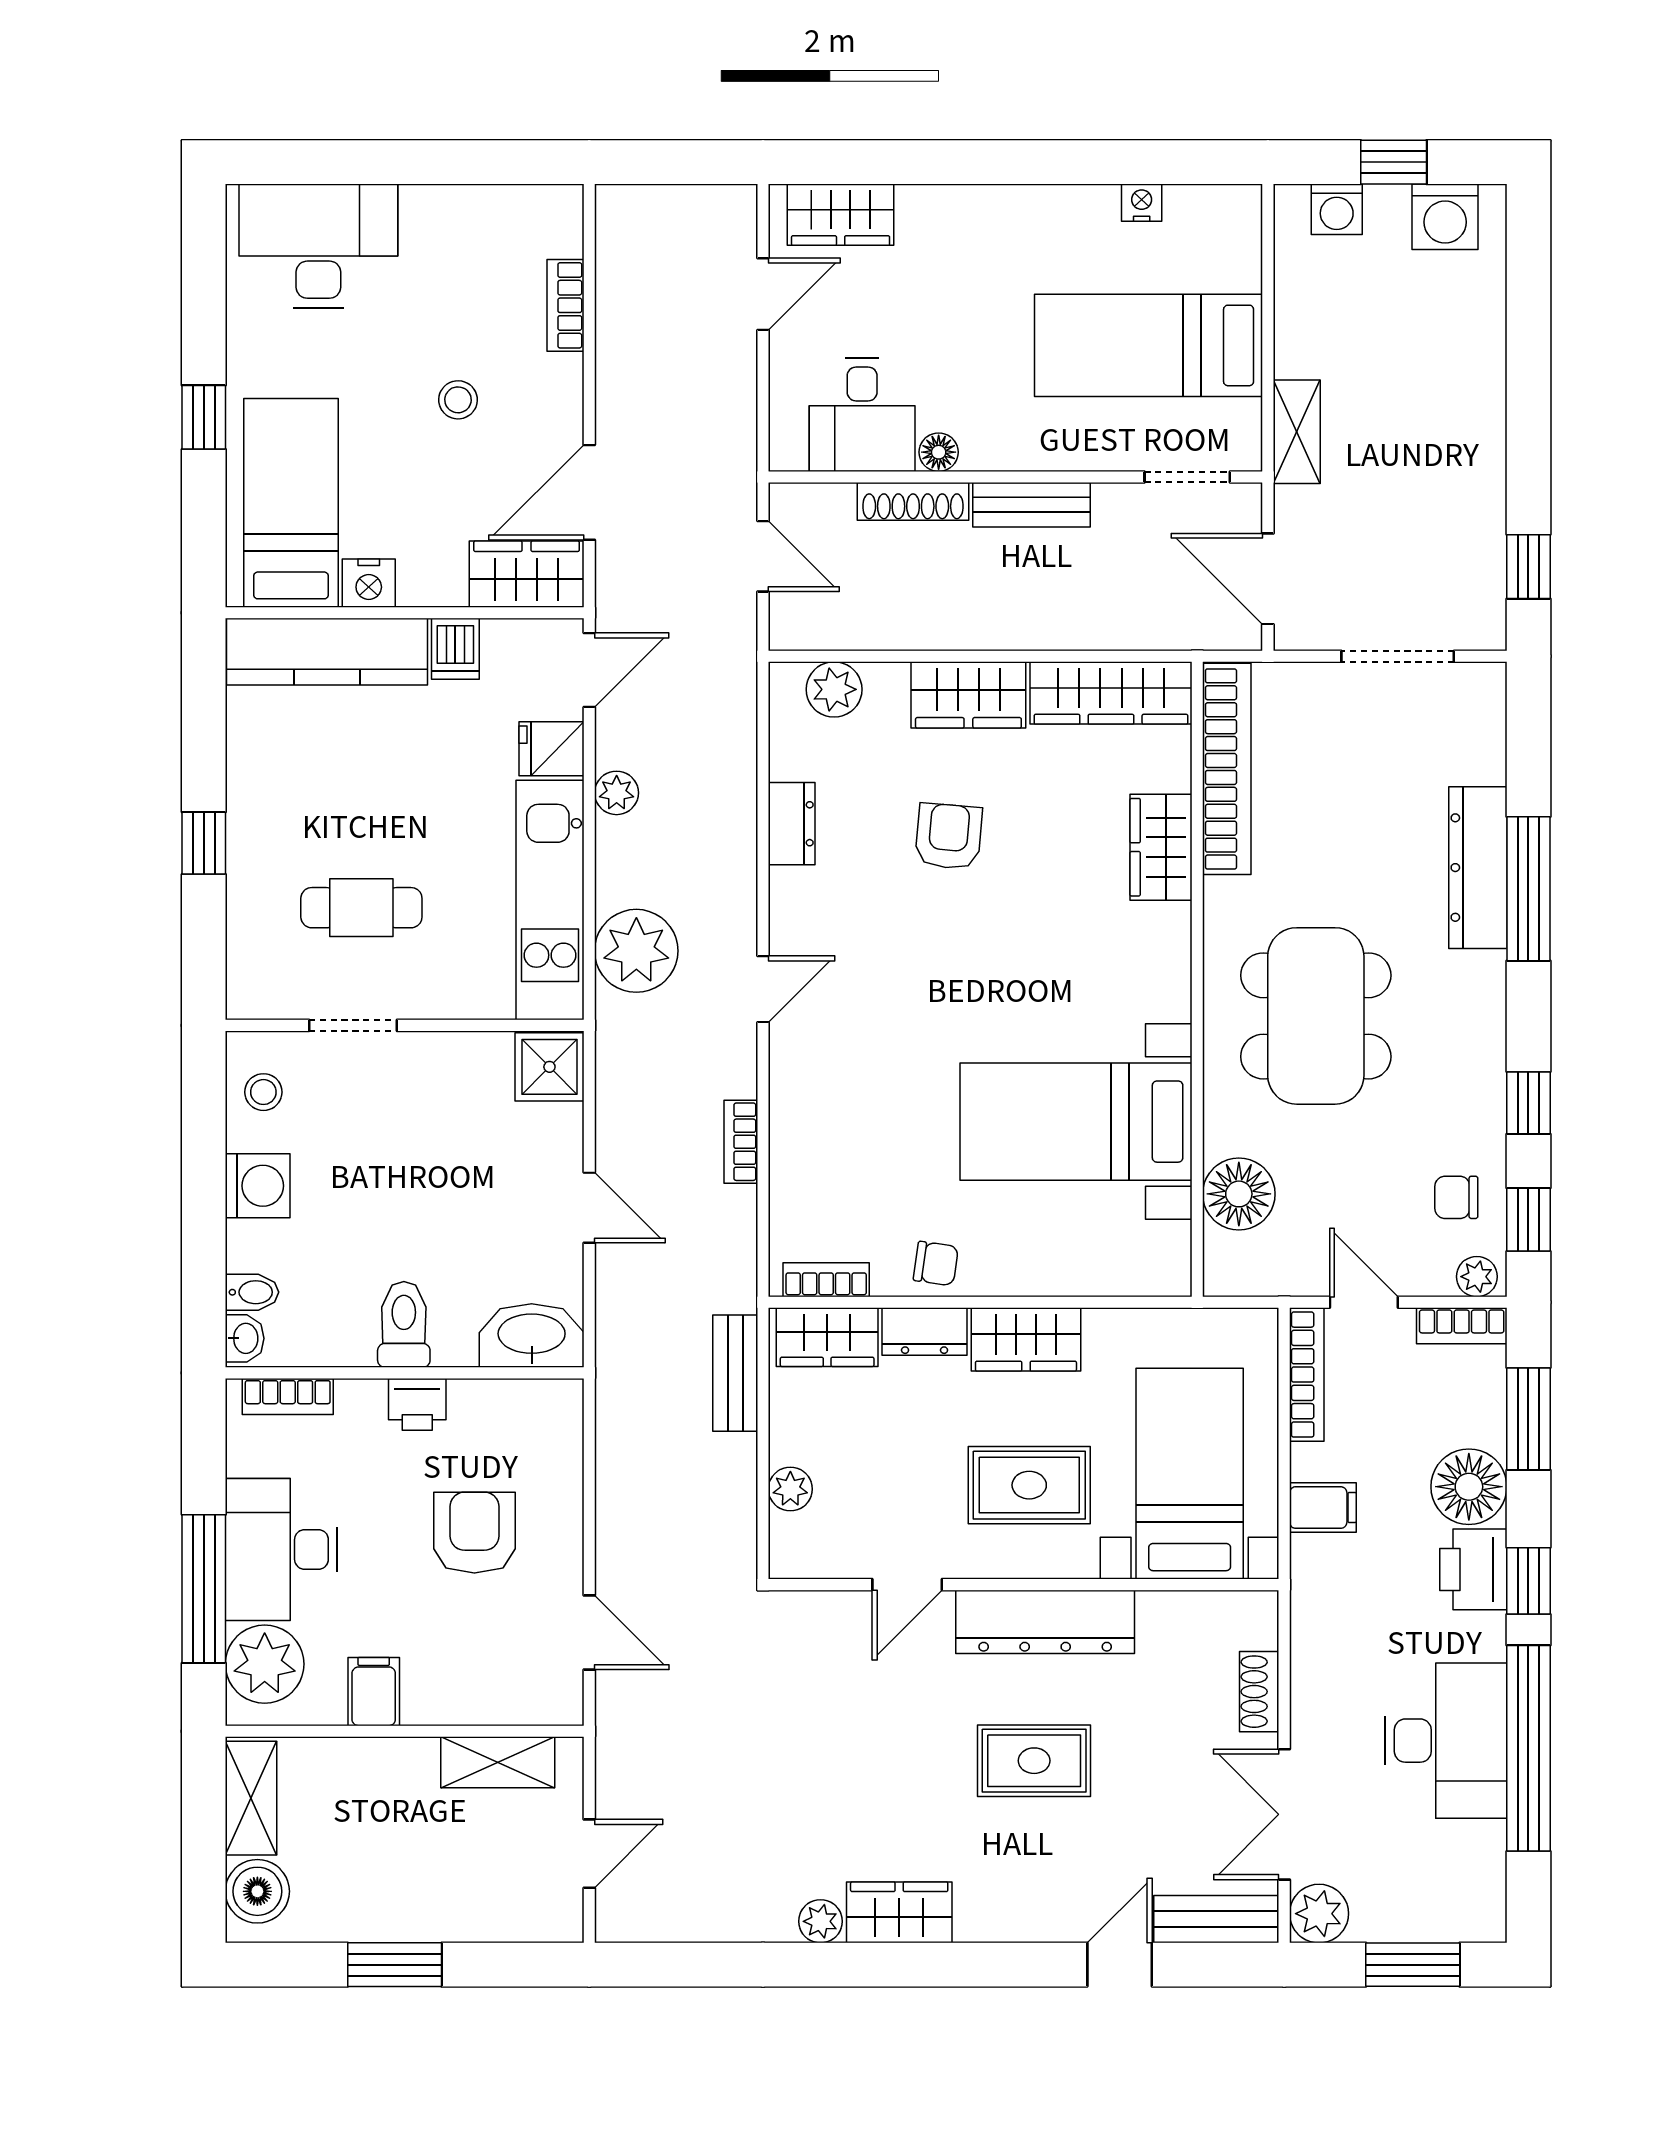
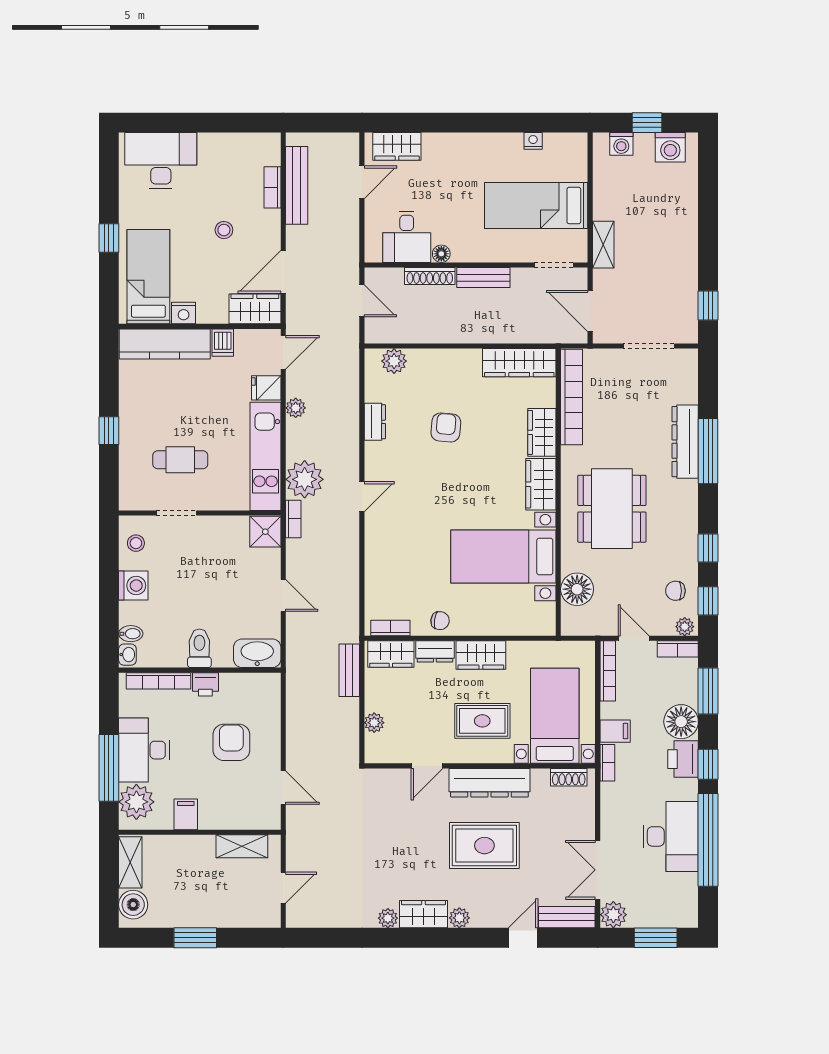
bench: (619, 301) -> (297, 185), added
wardrobe: (968, 695) -> (541, 484), moved, turned 90
bookcase: (741, 1142) -> (293, 519), moved, turned 180
bookcase: (288, 1396) -> (158, 681), width x1.56
bookcase: (1306, 1577) -> (607, 763), added
shoe rack: (1259, 1692) -> (569, 777), moved, turned -90
rug: (1034, 1761) -> (484, 846), width x1.36, depth x1.43
plant: (979, 1920) -> (459, 918), added

